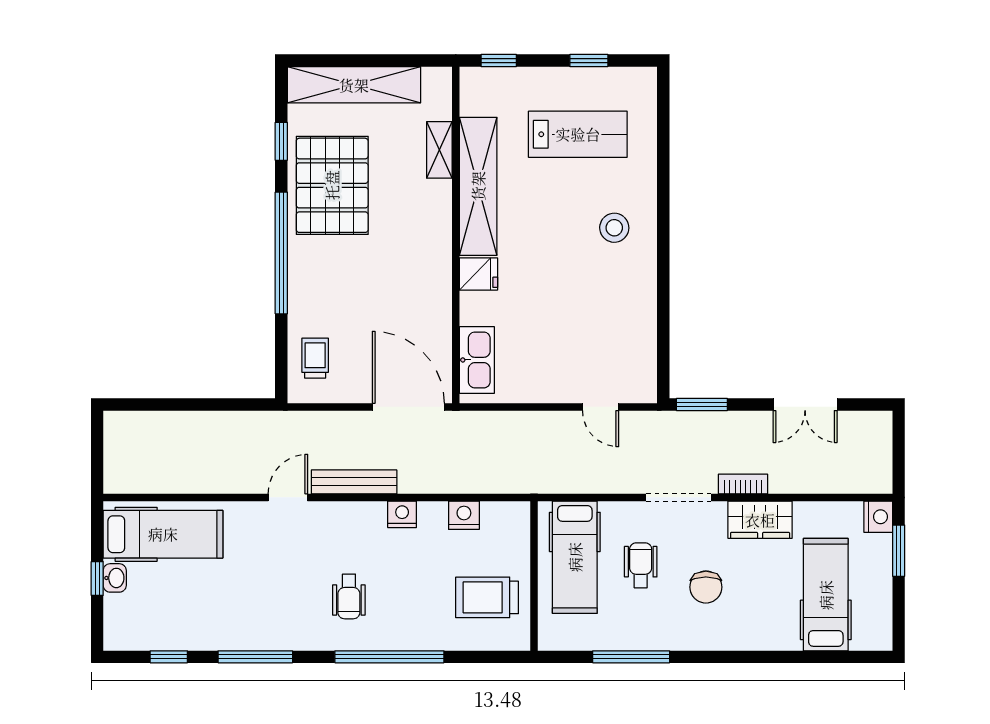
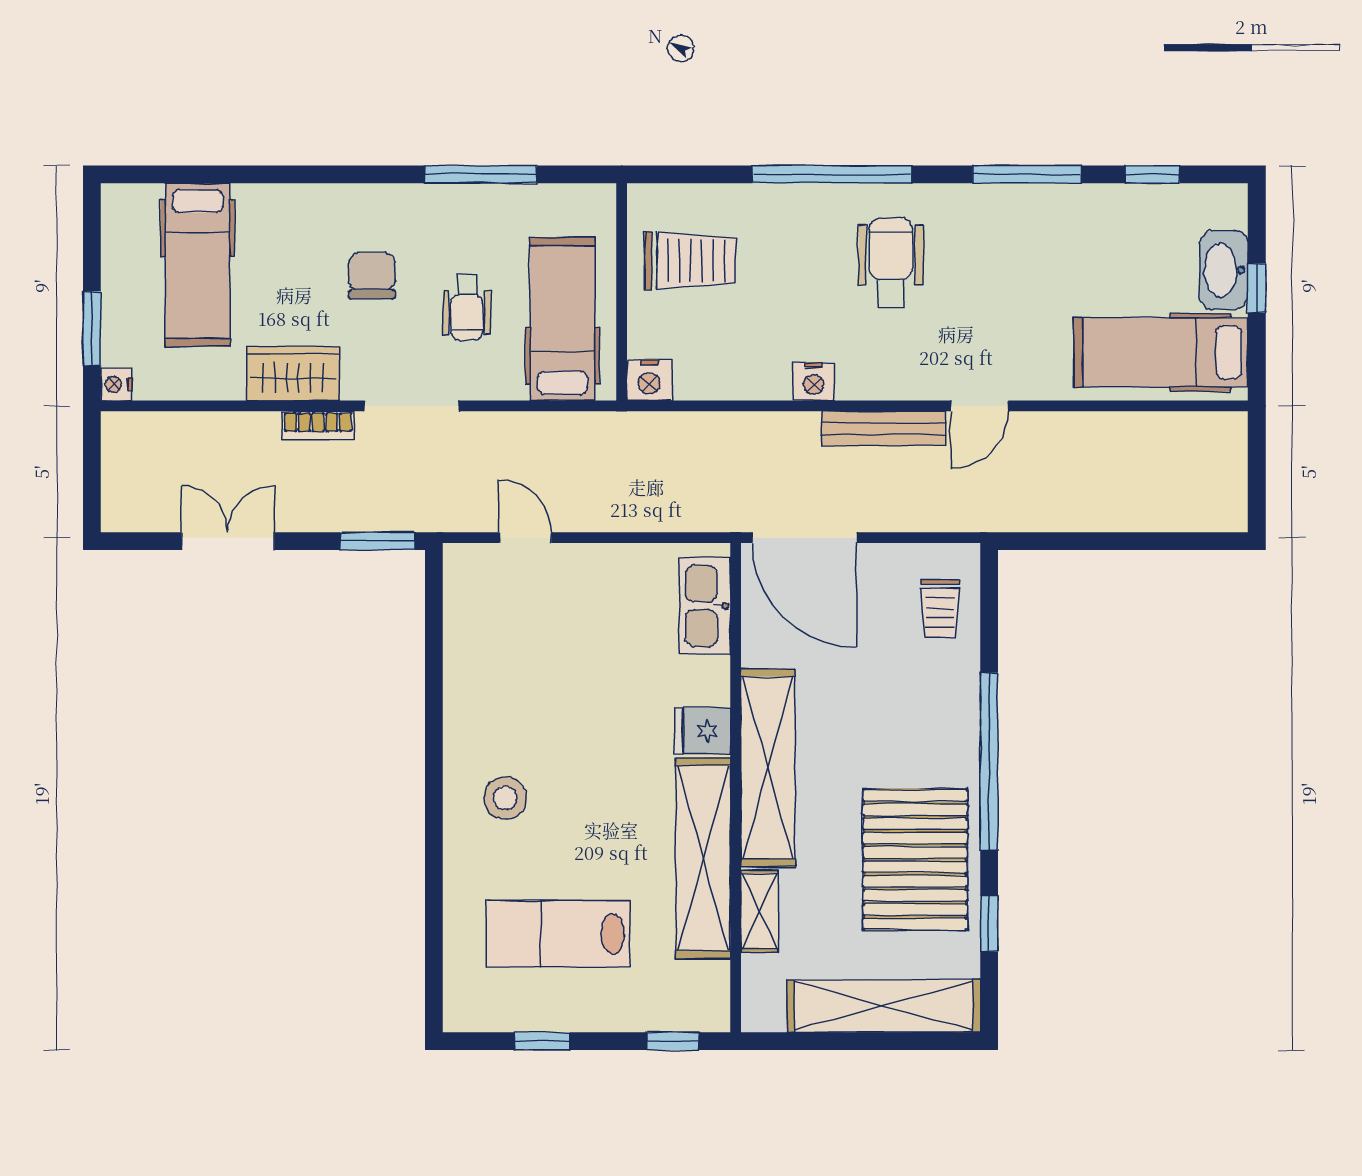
shelving: (433, 249) -> (768, 768), added
nightstand: (464, 515) -> (649, 380), moved
nightstand: (878, 517) -> (116, 384), width x0.72, depth x0.74
washbasin: (115, 578) -> (1224, 270), width x1.91, depth x1.45
wheelchair: (349, 596) -> (891, 262), width x1.36, depth x1.37

